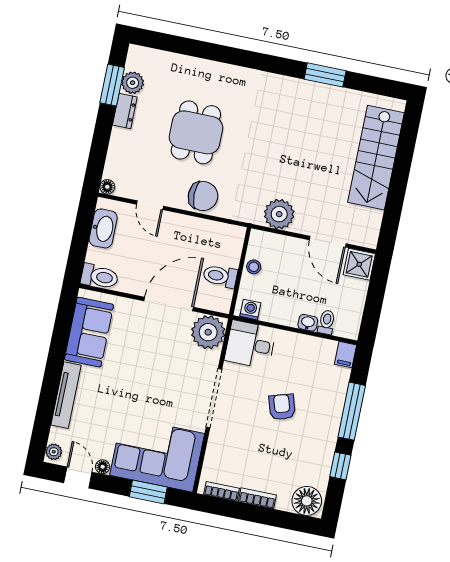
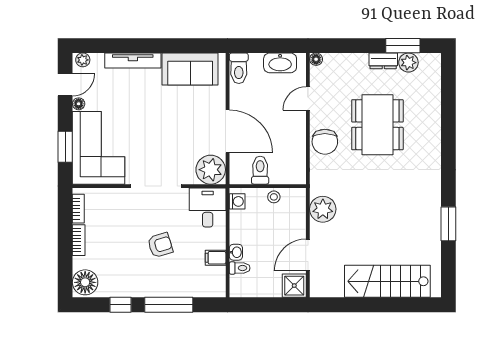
dining table: (196, 132) -> (377, 125), width x1.38
filing cabinet: (346, 355) -> (216, 258), moved

